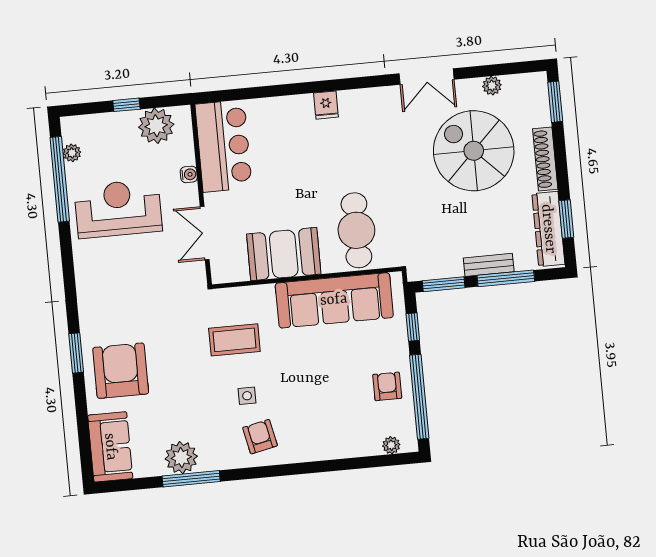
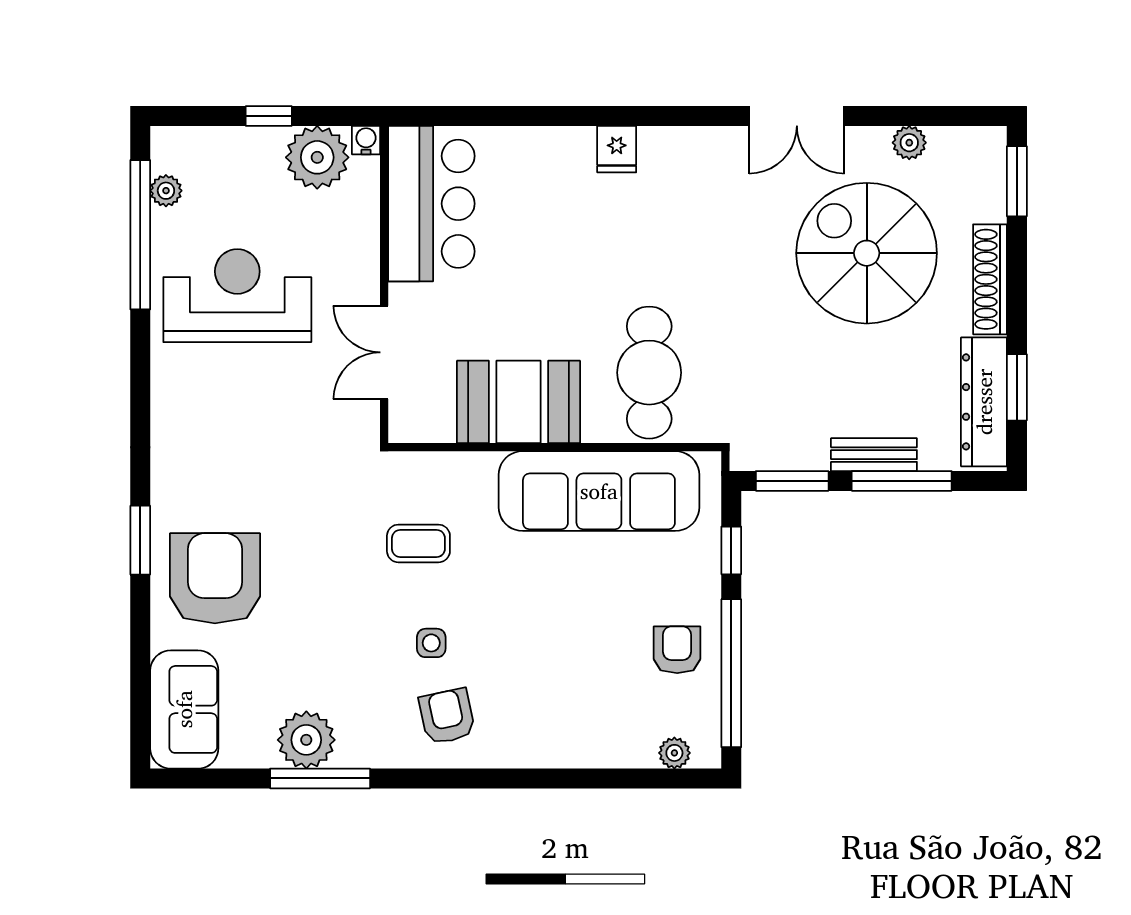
water cooler: (189, 174) -> (366, 140), moved, turned -90
coffee table: (234, 340) -> (418, 543), width x0.73, depth x0.77

